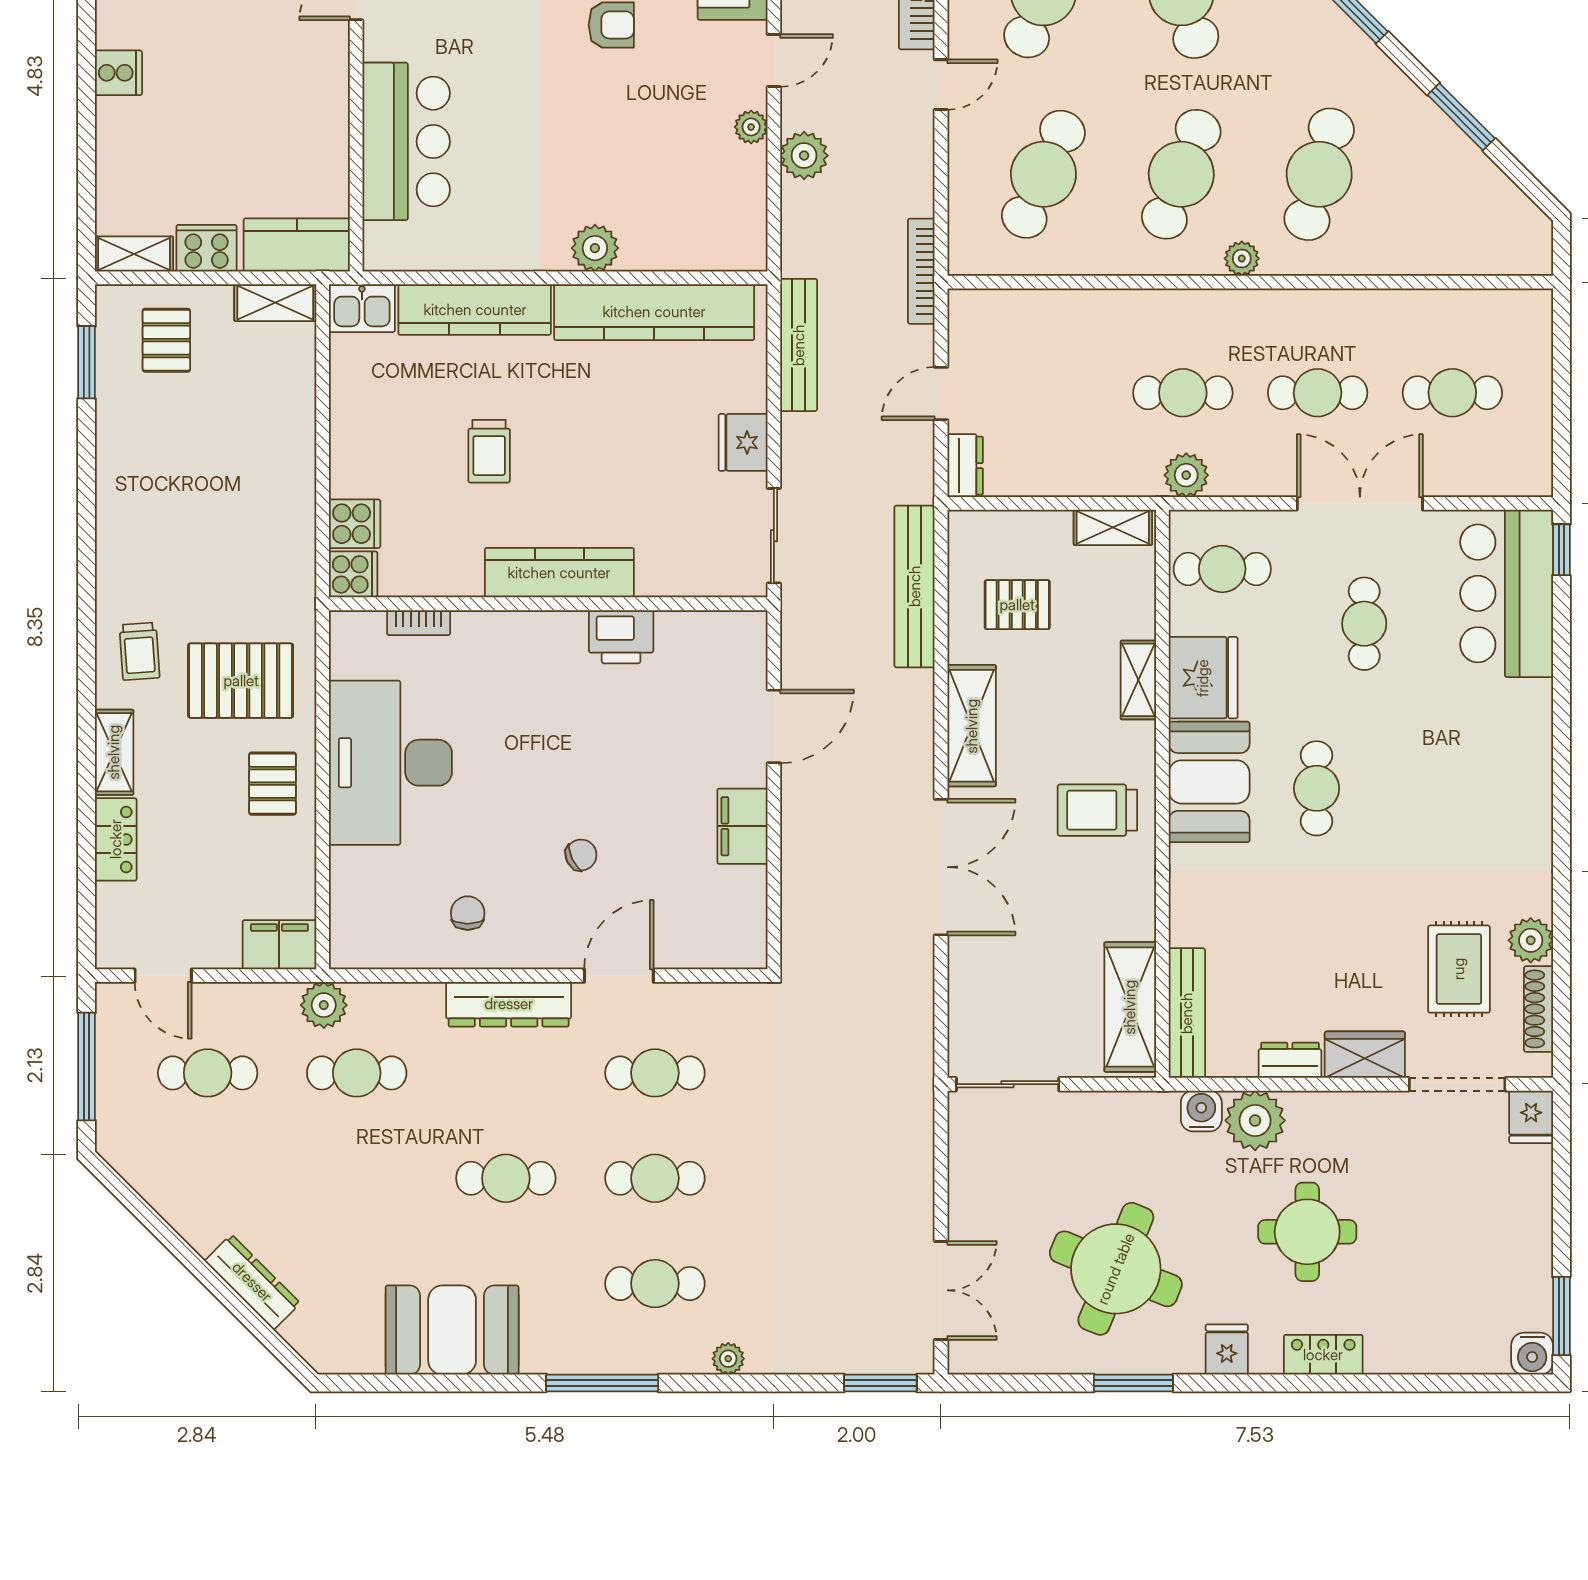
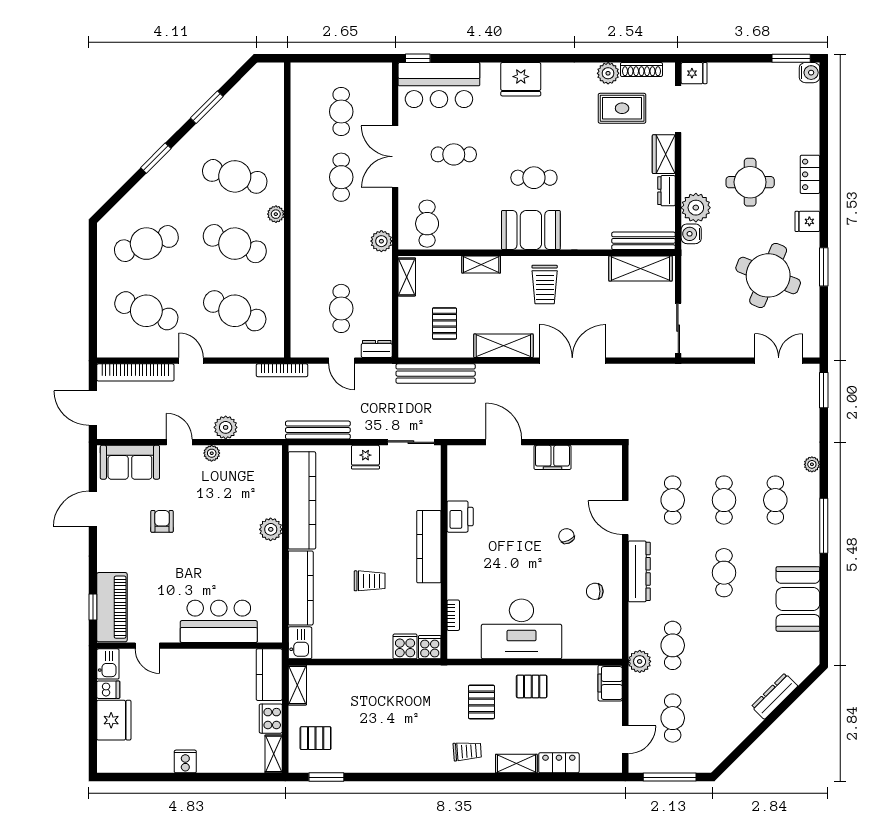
cafe table: (1183, 393) -> (341, 308), moved
fridge: (1203, 678) -> (521, 79), moved, turned 180
pallet: (241, 681) -> (481, 702), width x0.67, depth x0.71

